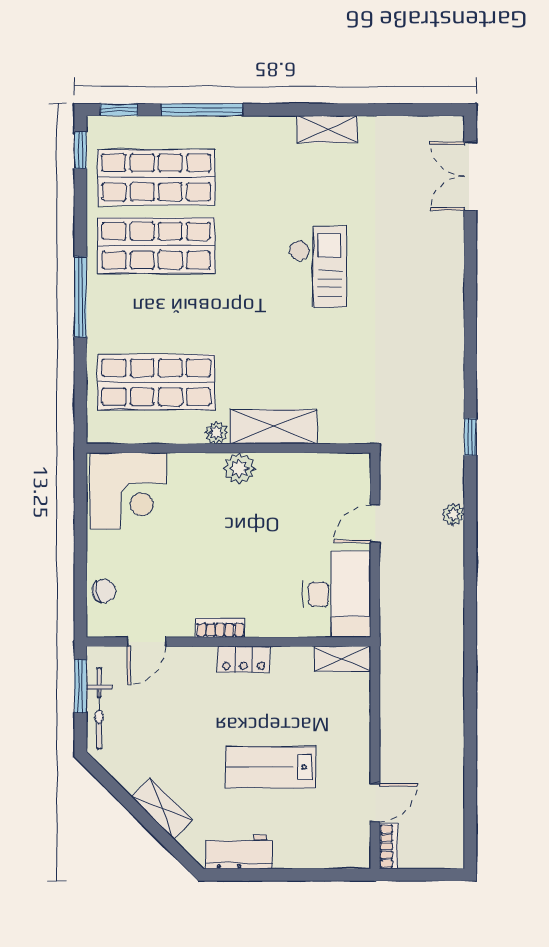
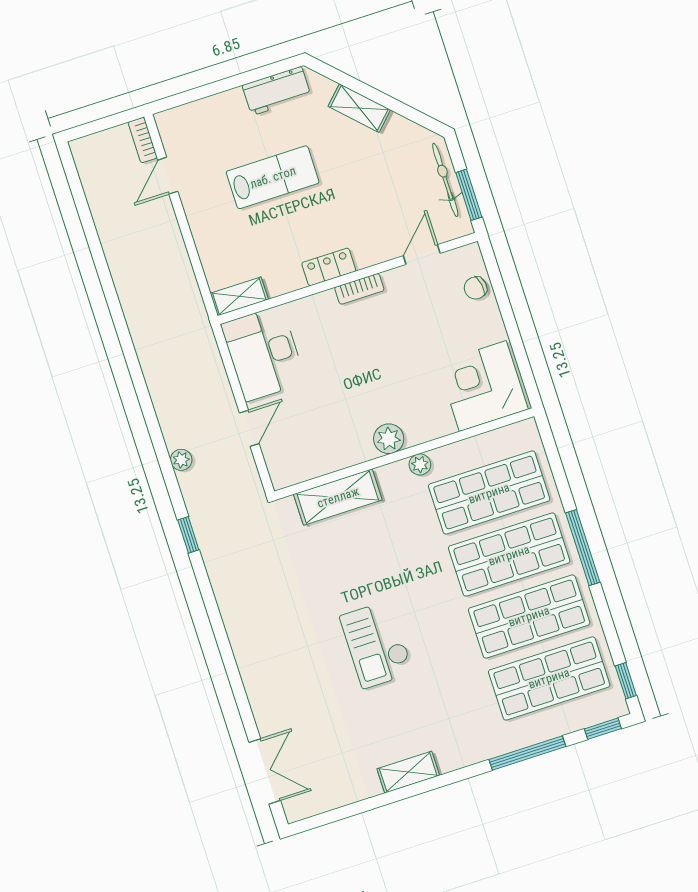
shop shelf: (156, 314) -> (509, 555), added
shelving: (273, 427) -> (338, 497), moved

